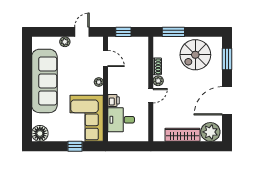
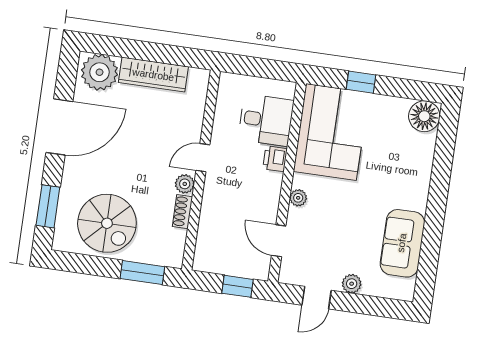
spiral stairs: (195, 55) -> (107, 223), turned 90
sofa: (44, 81) -> (402, 243), width x0.54, depth x0.79

